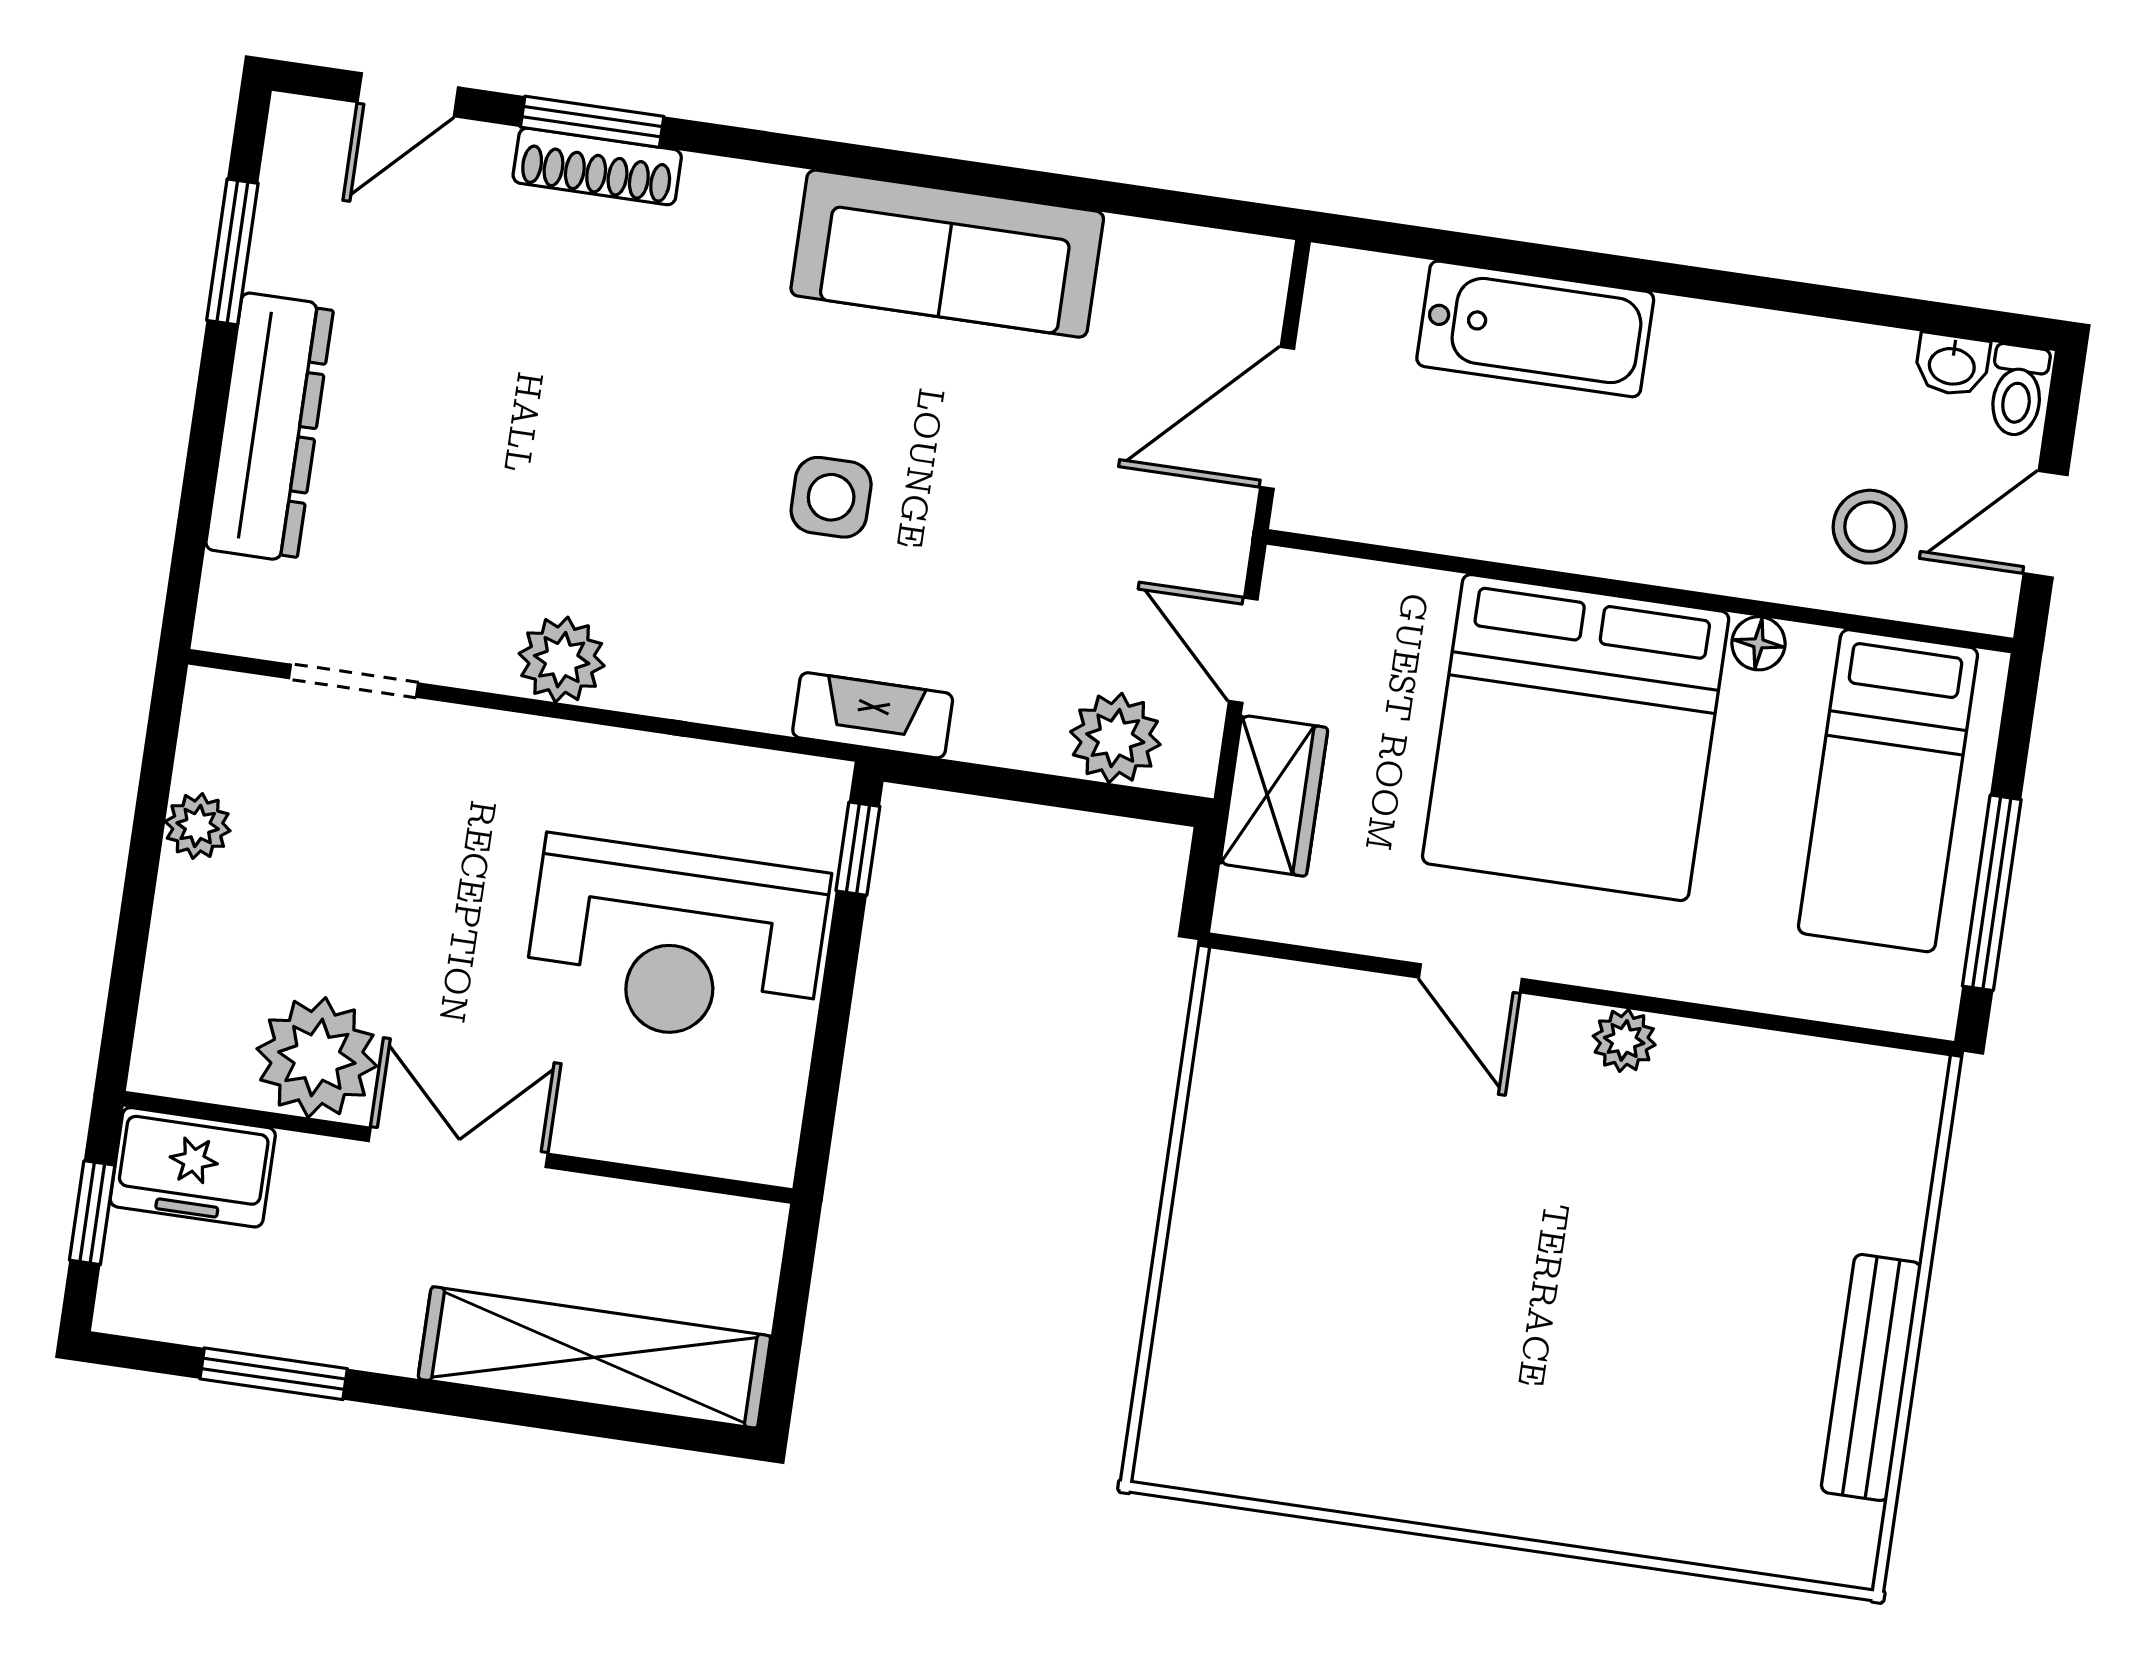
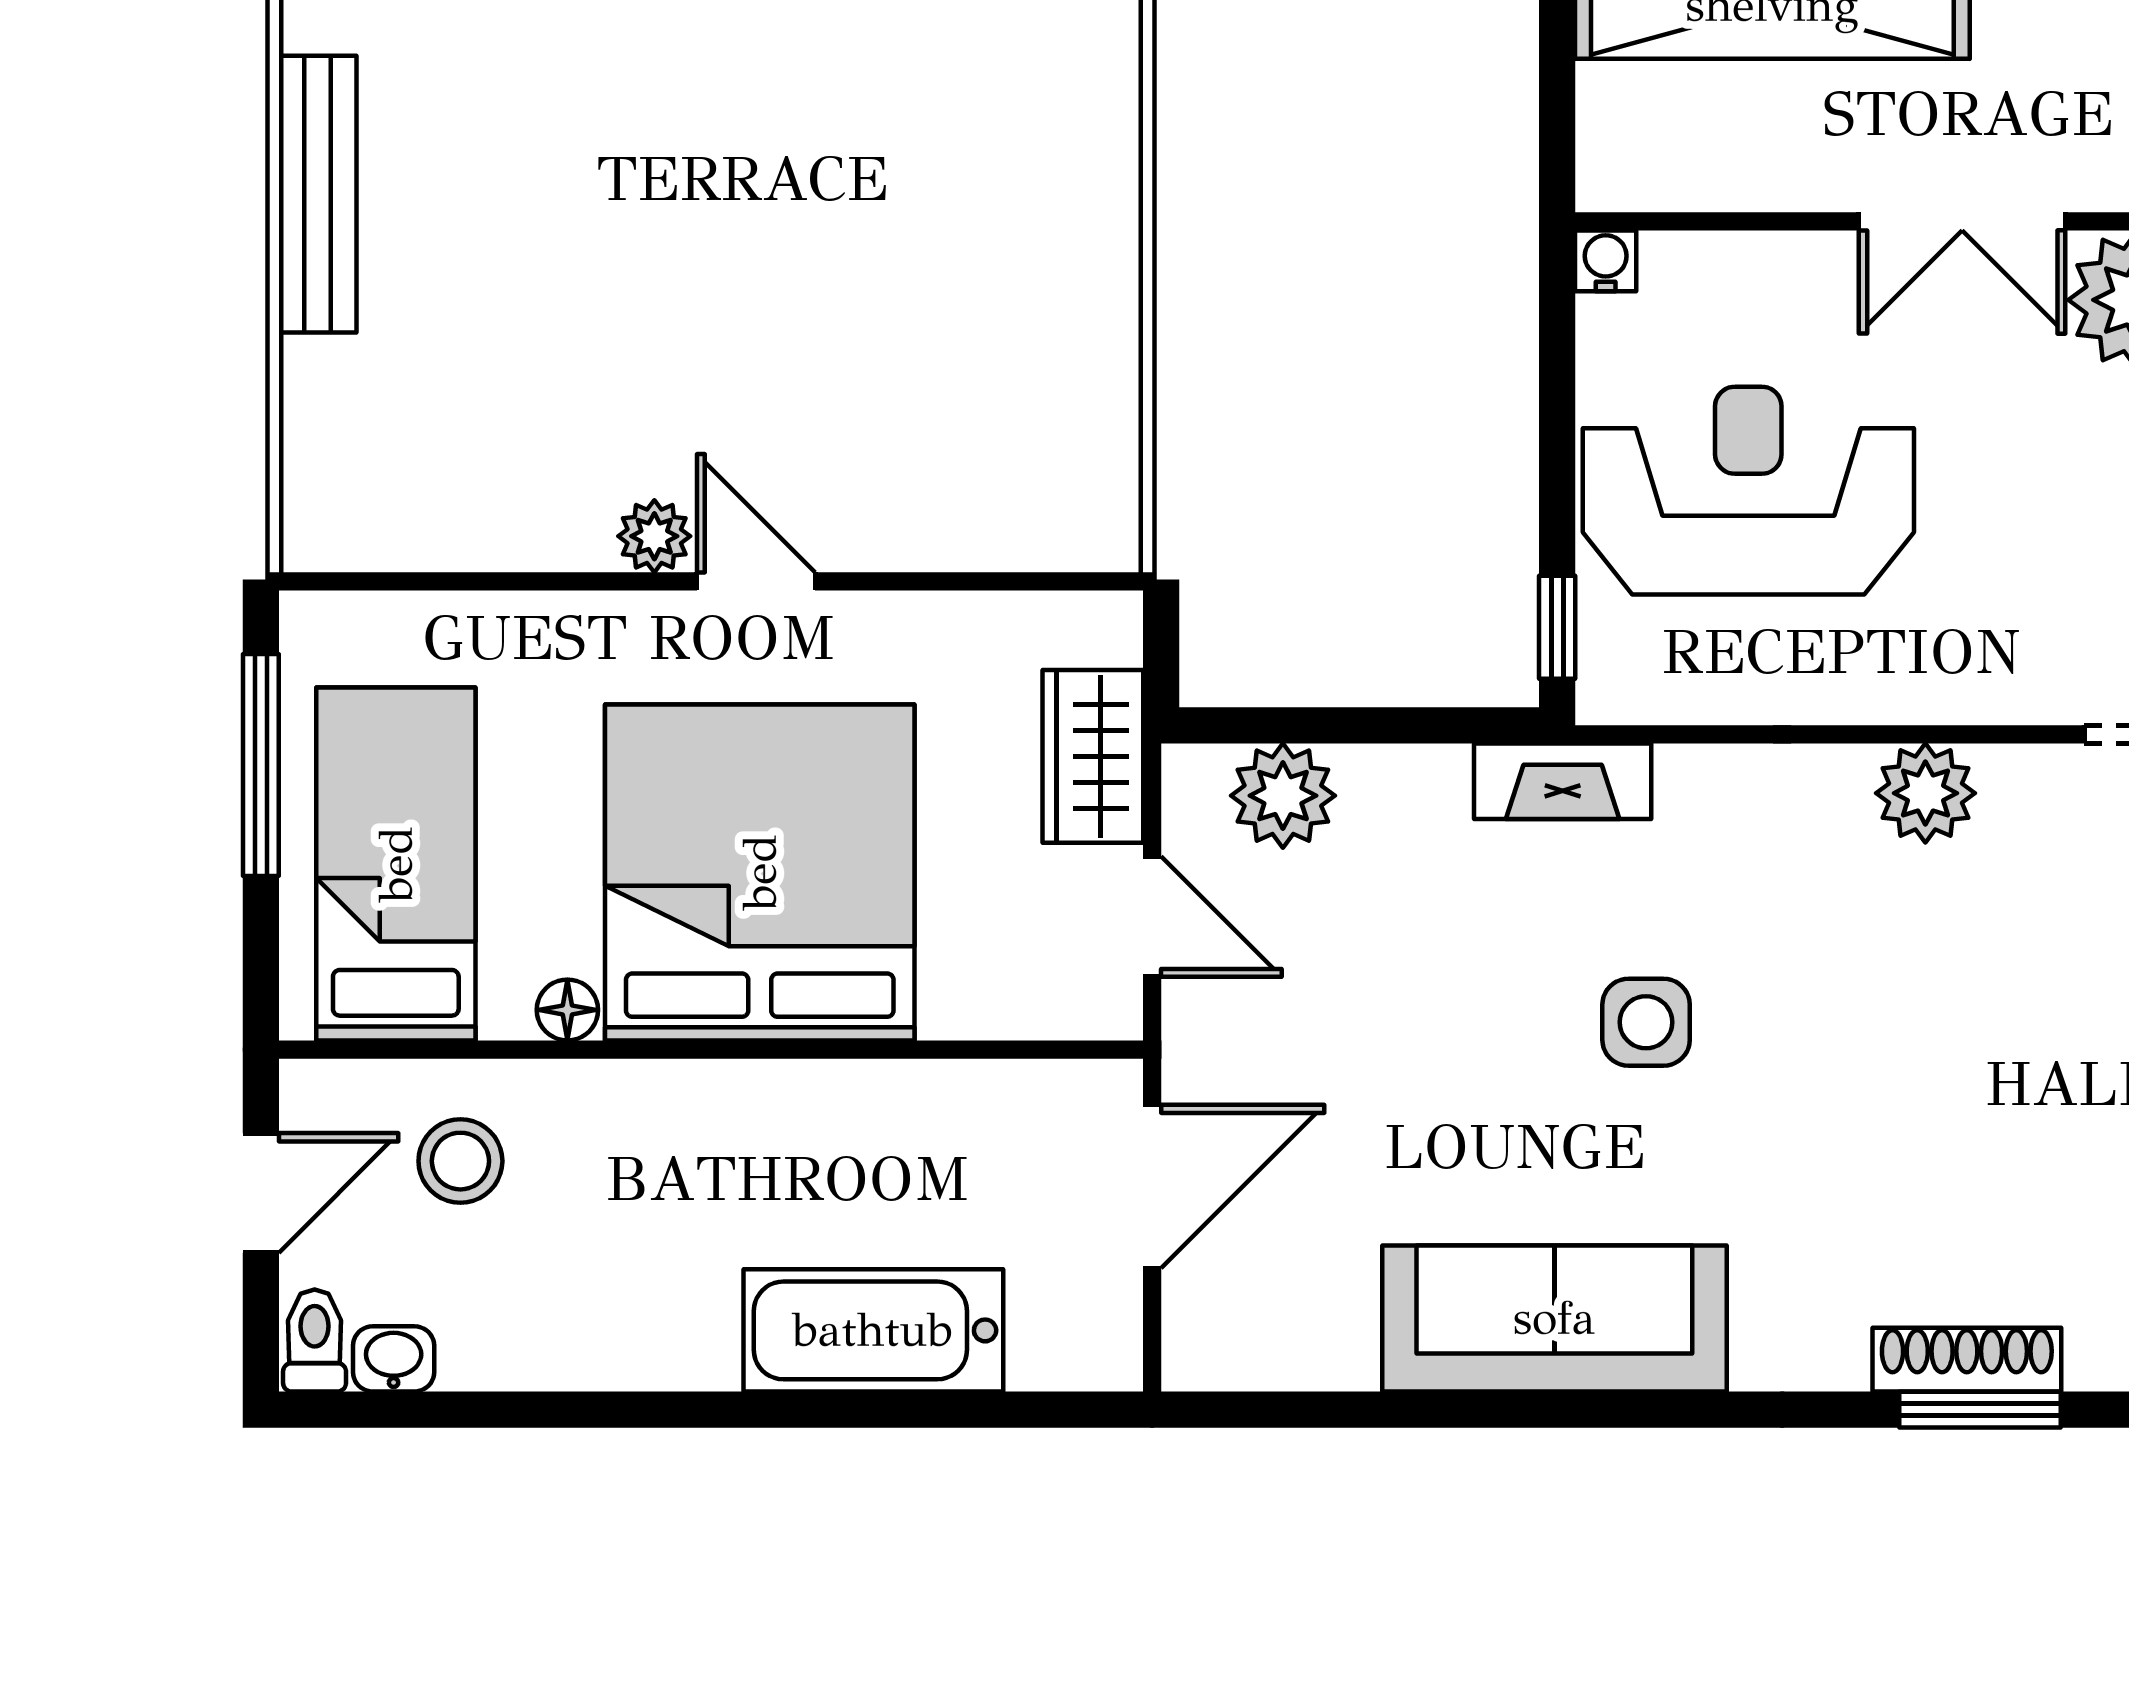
door: (1470, 978) -> (756, 581), moved
water cooler: (770, 1158) -> (1606, 261), added

